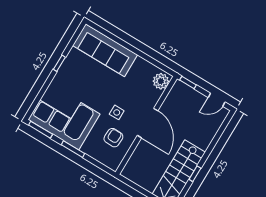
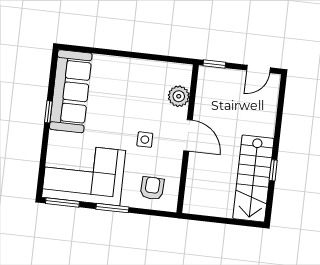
sofa: (105, 50) -> (71, 91), moved, turned -90
plant: (161, 81) -> (179, 96), moved
door: (148, 123) -> (188, 135), width x0.73
armchair: (113, 138) -> (152, 188), moved

